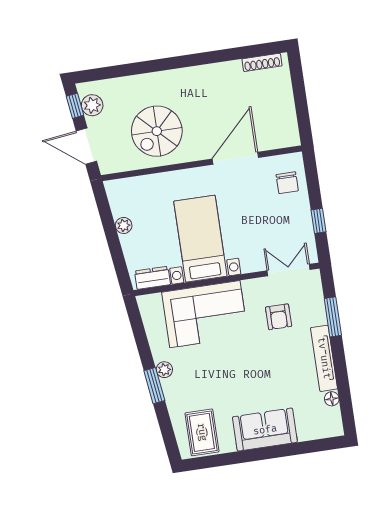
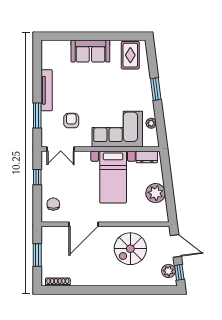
window: (300, 100) -> (37, 255), added
spiral stairs: (157, 131) -> (130, 249), turned 180
plant: (124, 225) -> (156, 193), width x1.88, depth x1.88
plant: (164, 370) -> (151, 123), moved
floor lamp: (332, 399) -> (46, 64), removed

